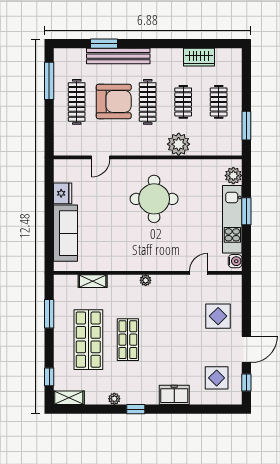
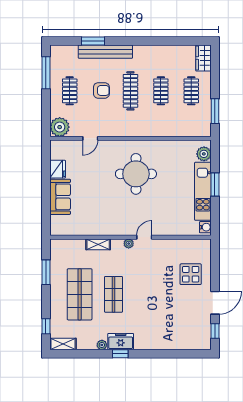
wardrobe: (199, 57) -> (203, 58), moved, turned 90
armchair: (114, 101) -> (101, 90), width x0.53, depth x0.53
clothes rail: (77, 102) -> (70, 91), width x0.73
plant: (179, 144) -> (60, 127), moved
sofa: (65, 233) -> (60, 197), width x0.73
door: (199, 273) -> (144, 237), moved
shelving: (93, 281) -> (98, 244), moved
display table: (217, 378) -> (189, 327), removed
freezer: (174, 395) -> (121, 342), moved

